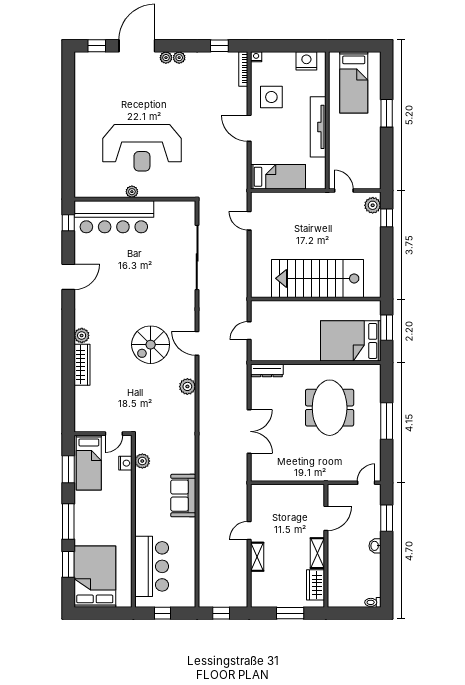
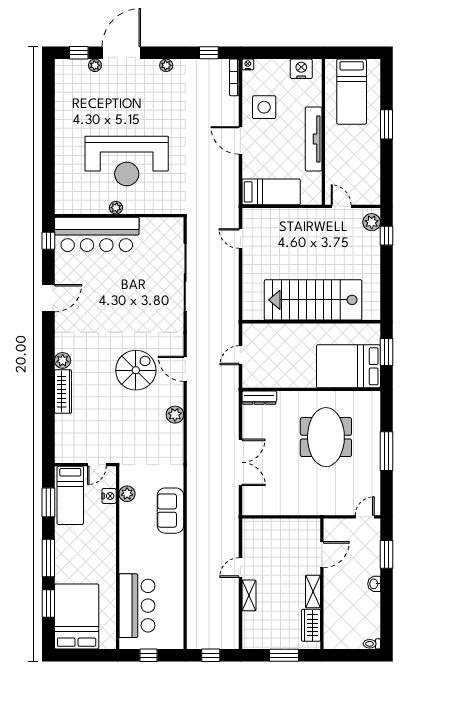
plant: (166, 58) -> (95, 65), moved
spiral stairs: (151, 345) -> (136, 370), turned 180
sofa: (183, 496) -> (170, 511), moved

